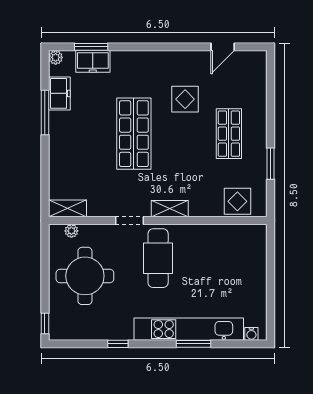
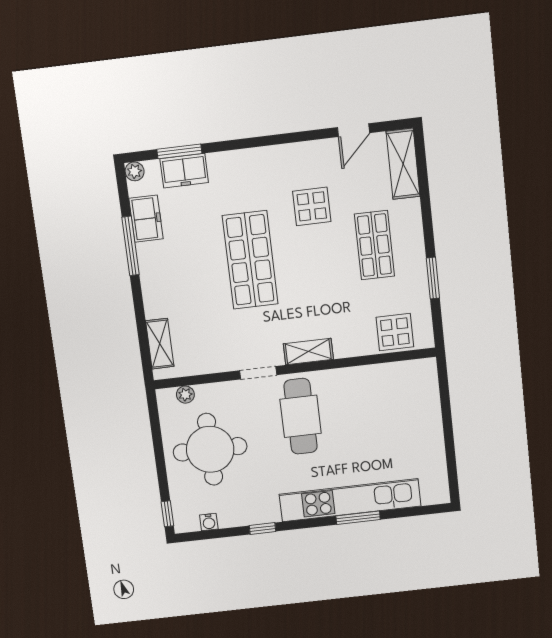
shelving: (257, 76) -> (403, 164), added
shelving: (67, 208) -> (160, 344), moved, turned 90
water cooler: (251, 334) -> (209, 522), moved

